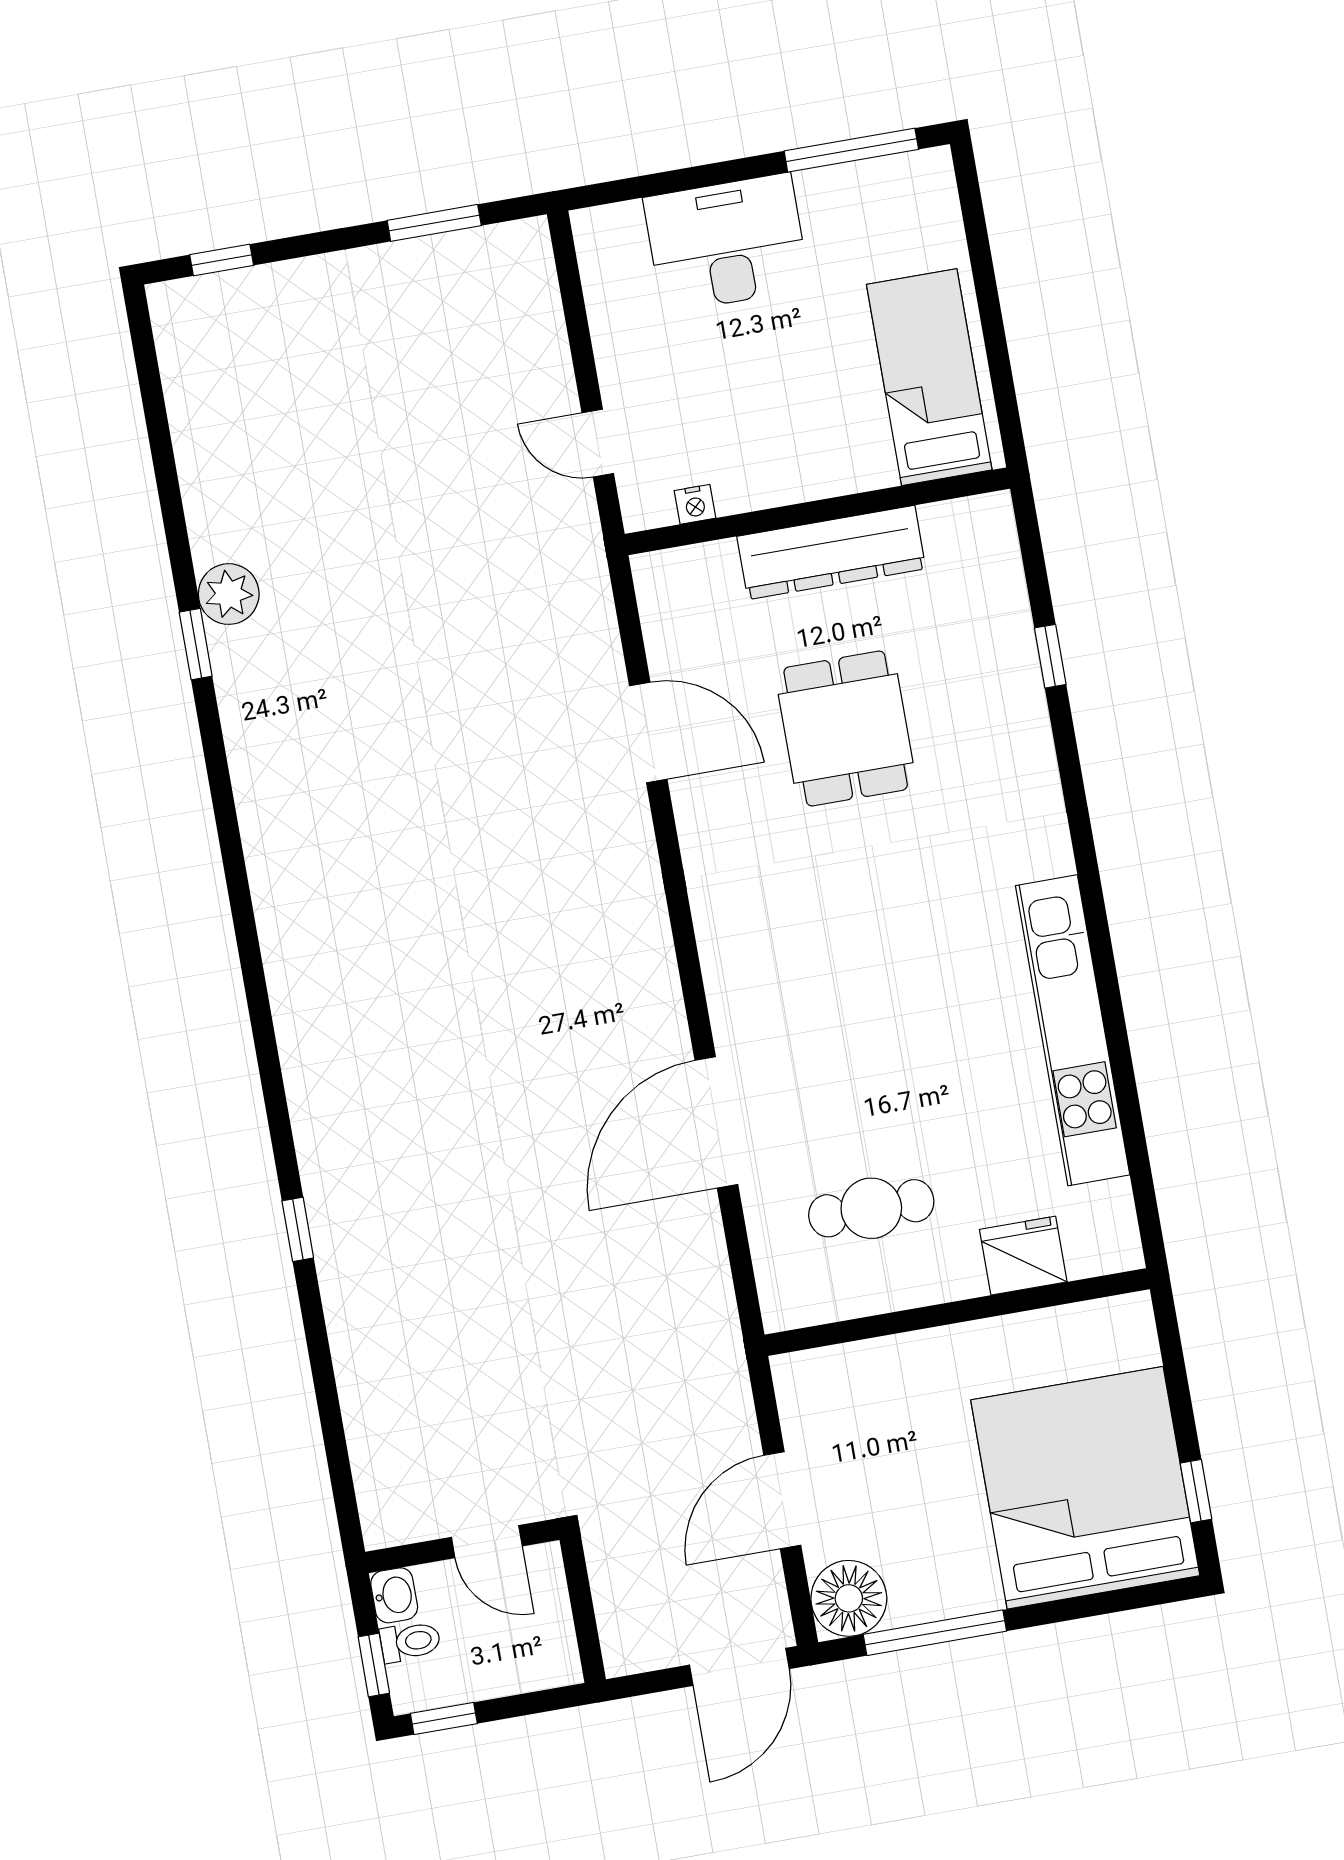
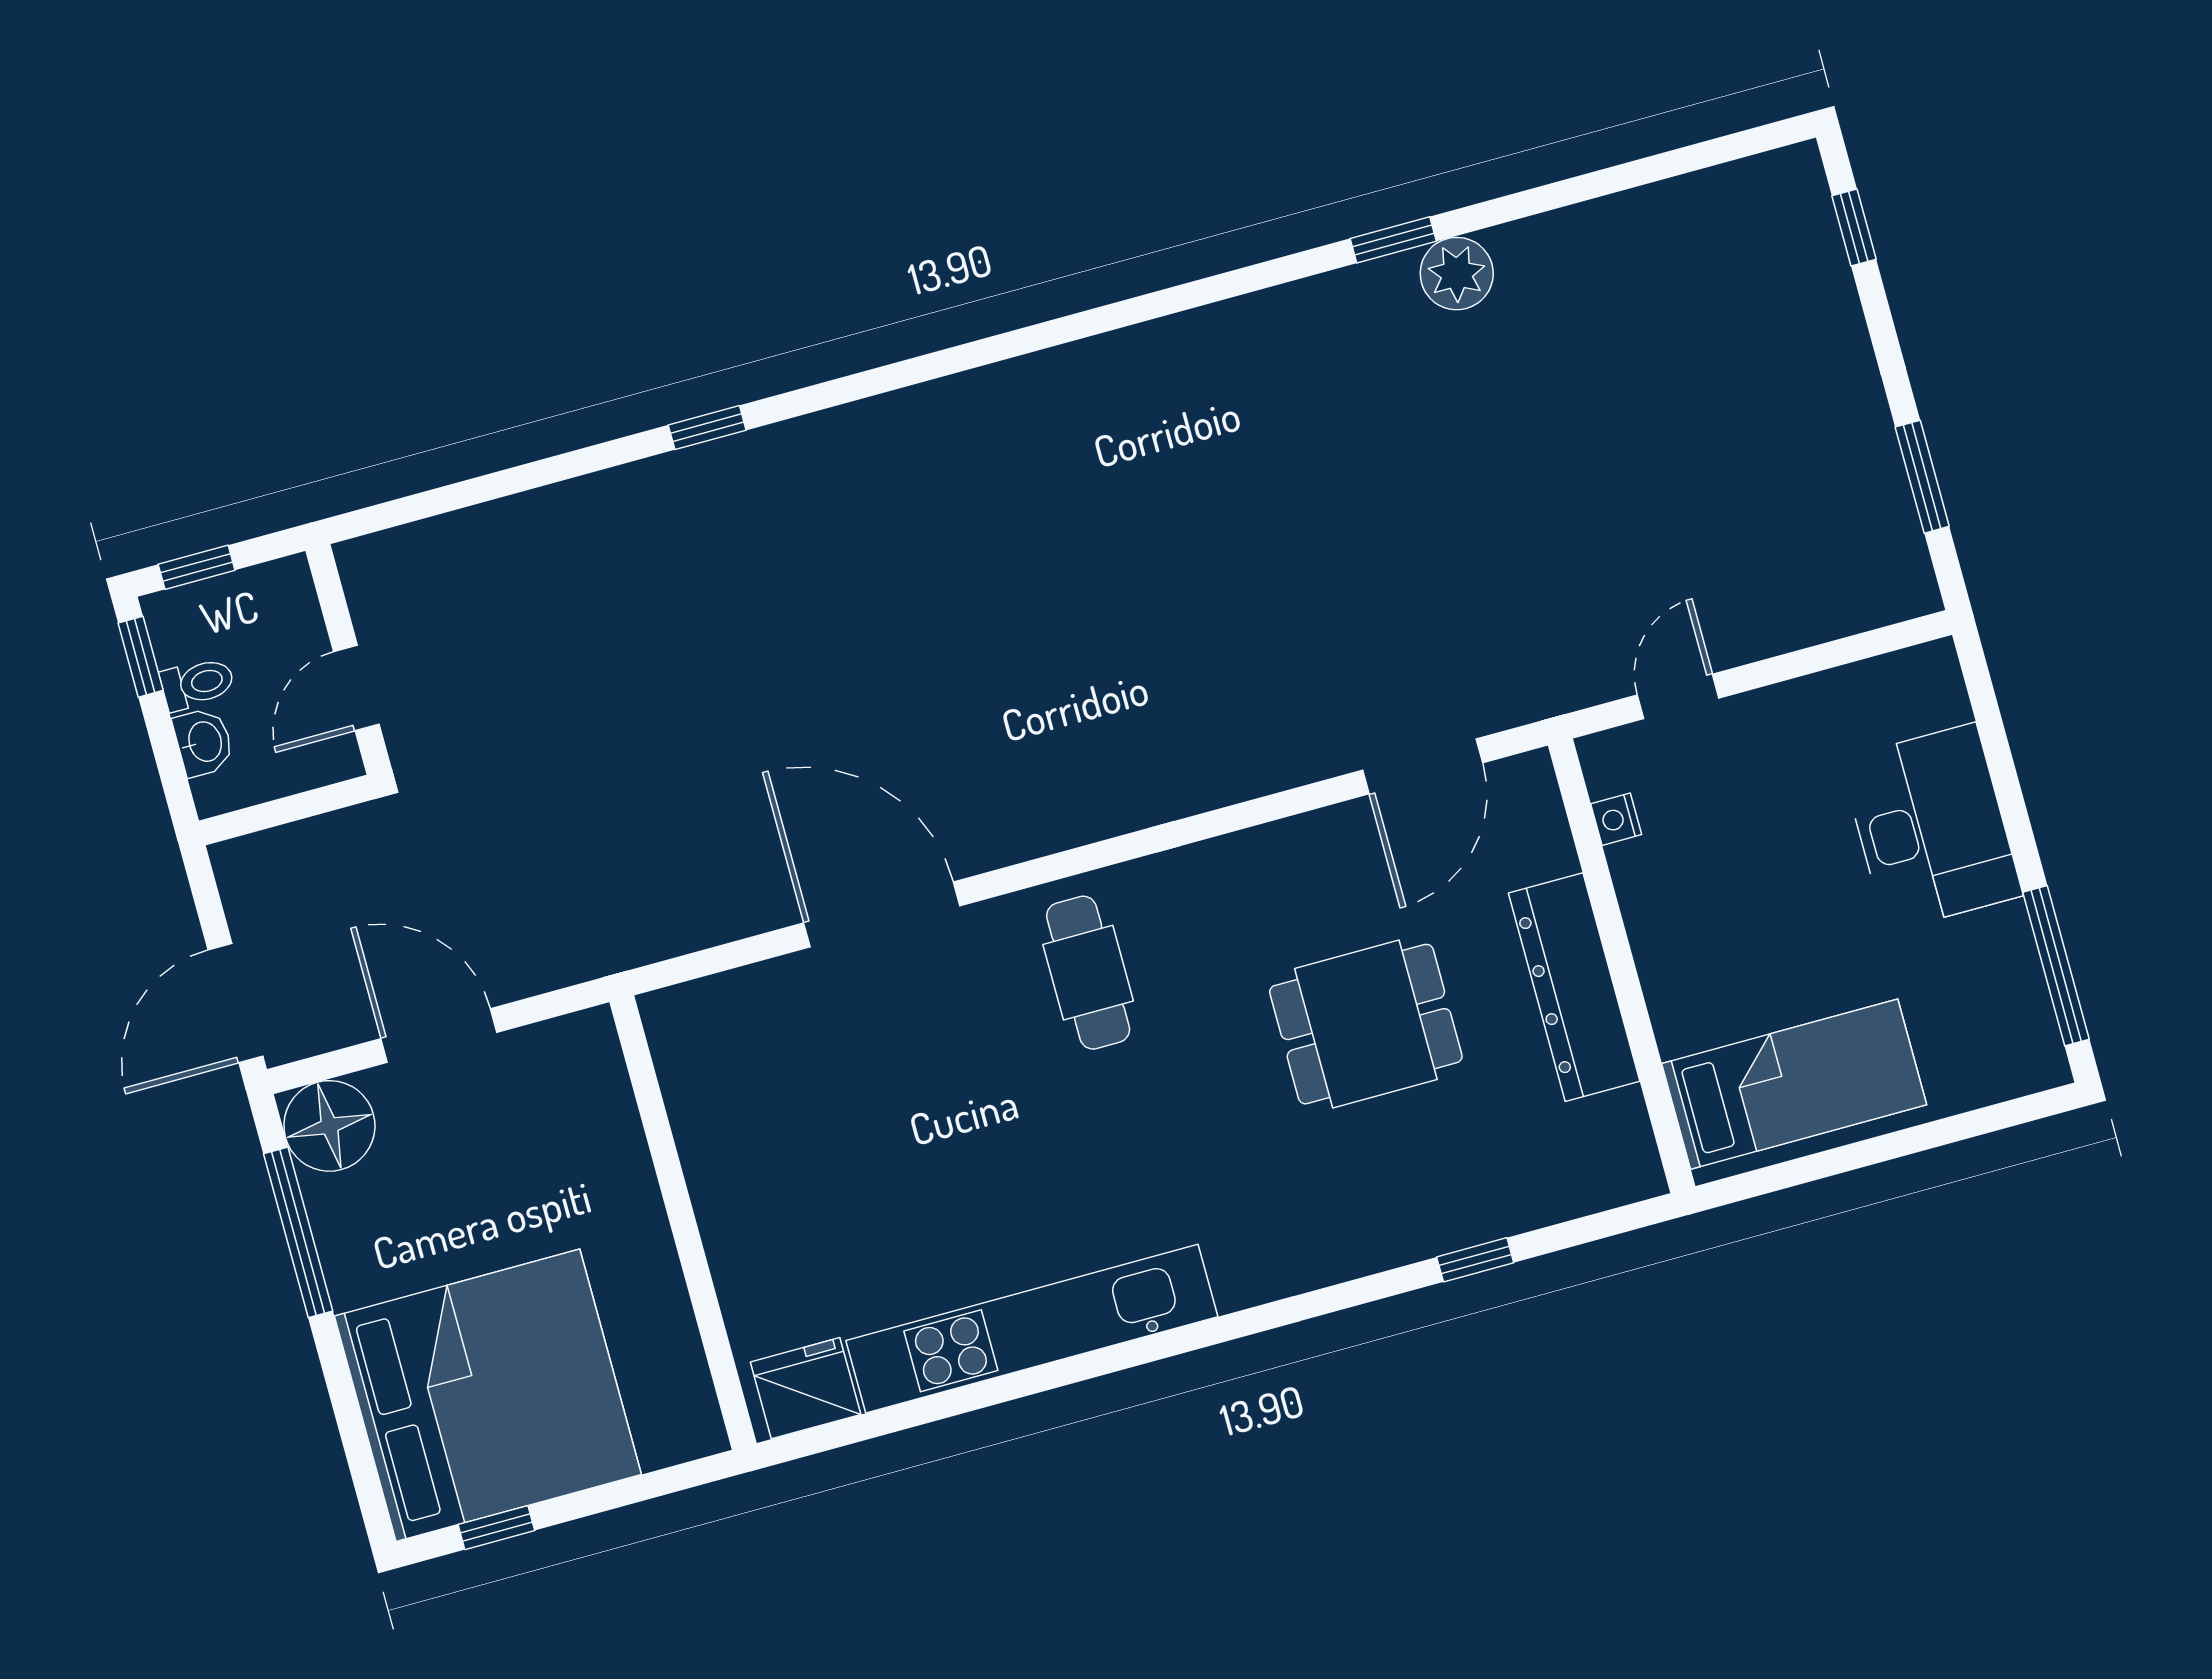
door: (648, 733) -> (1423, 766), moved
cafe table: (871, 1208) -> (1088, 973), moved
fridge: (1023, 1256) -> (806, 1388), moved, turned -90
washbasin: (394, 1595) -> (204, 742), moved, turned -90
toilet: (410, 1642) -> (197, 684), moved, turned -90
door: (739, 1667) -> (235, 1003), hinge flipped

